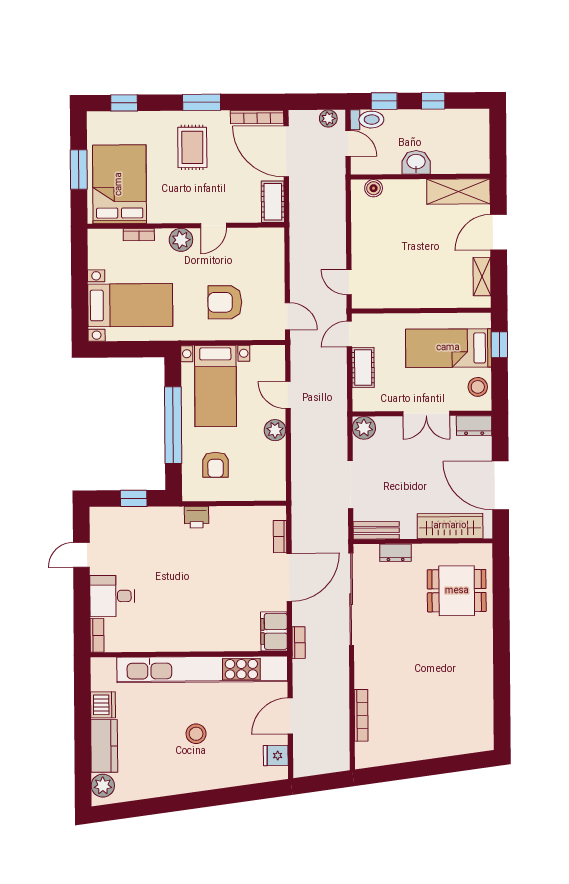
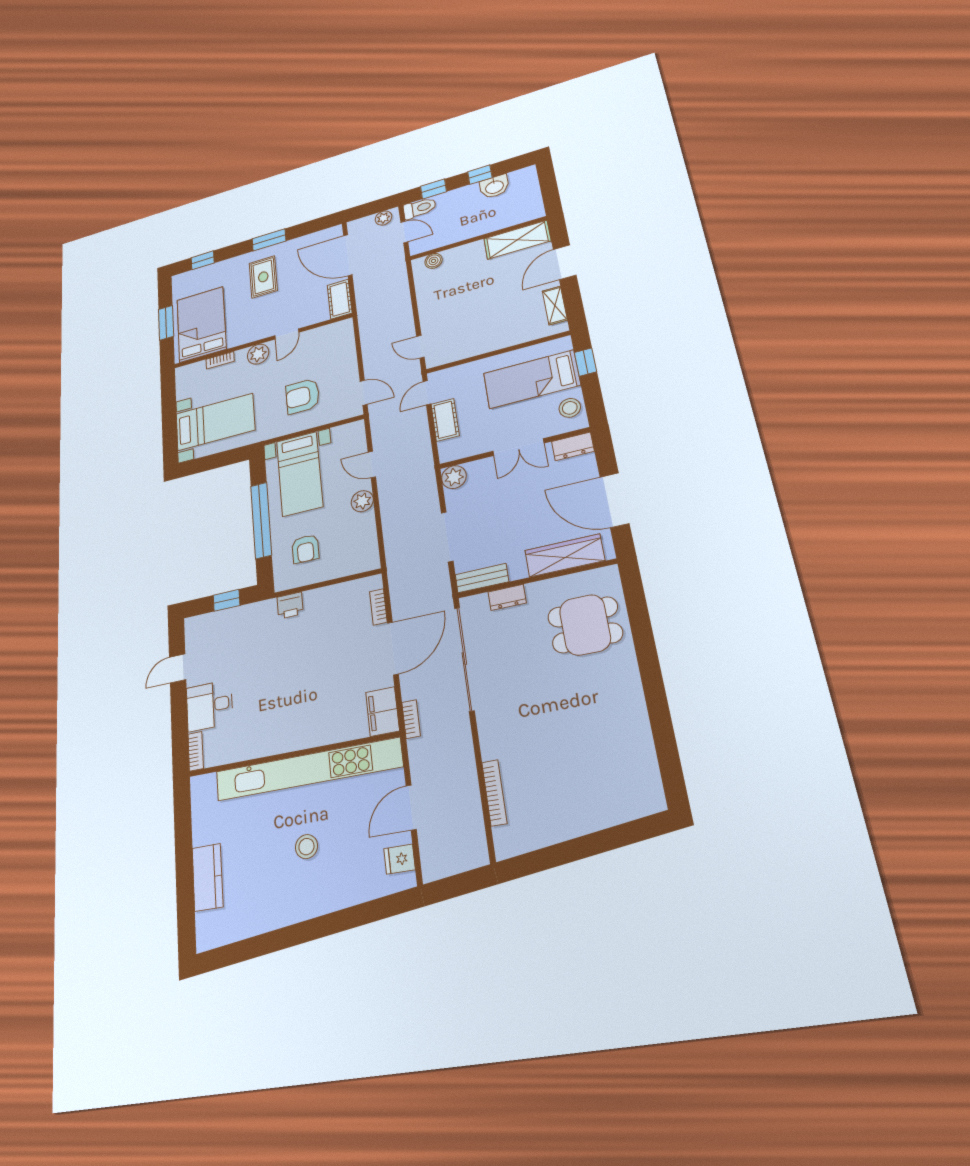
bookcase: (257, 117) -> (319, 236), removed
washbasin: (416, 162) -> (494, 187), moved, turned 180
dishwasher: (103, 705) -> (204, 829), removed
plant: (103, 786) -> (208, 926), removed

